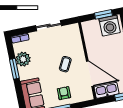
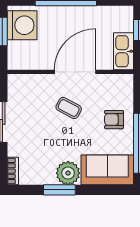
plant: (23, 59) -> (68, 173), moved
door: (90, 74) -> (75, 72), moved

